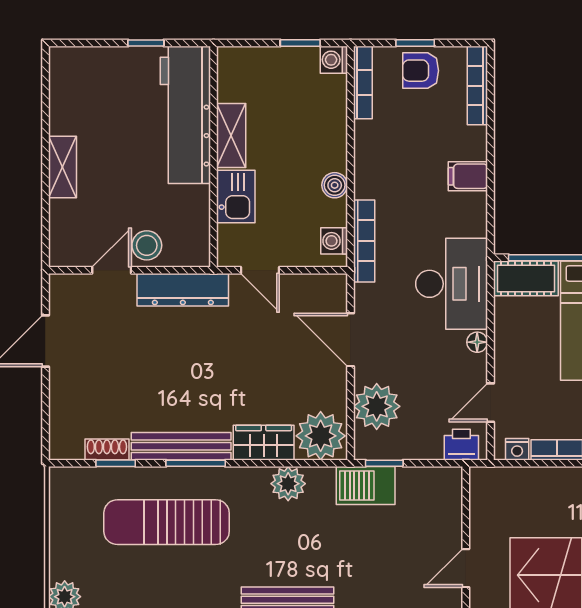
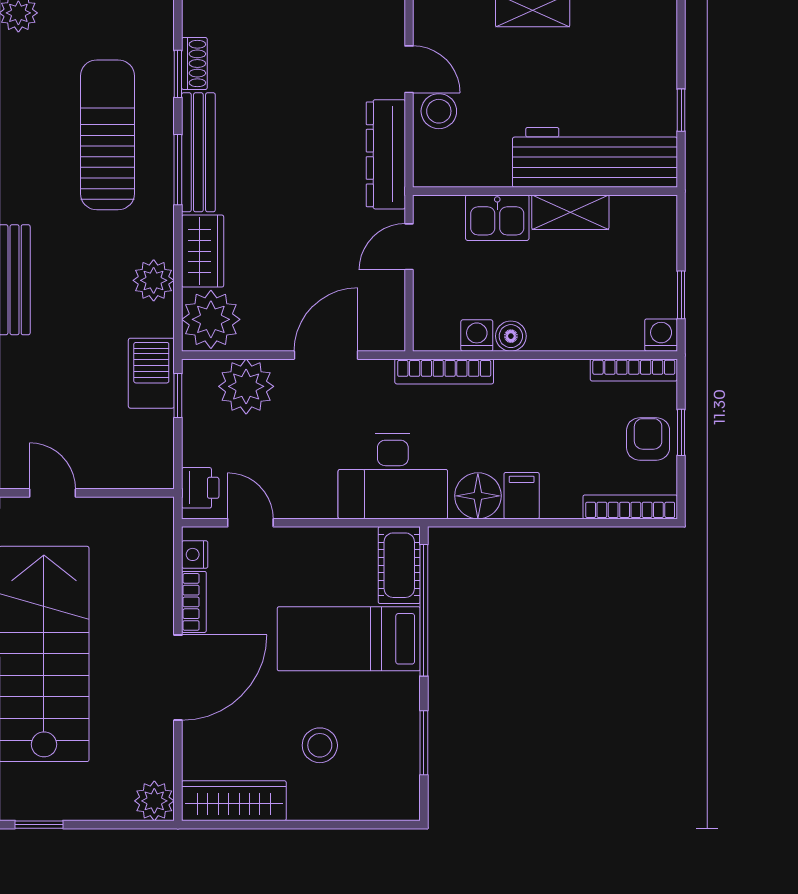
washing machine: (334, 241) -> (477, 336), moved
floor lamp: (477, 342) -> (478, 496), moved, width x1.89, depth x1.89

